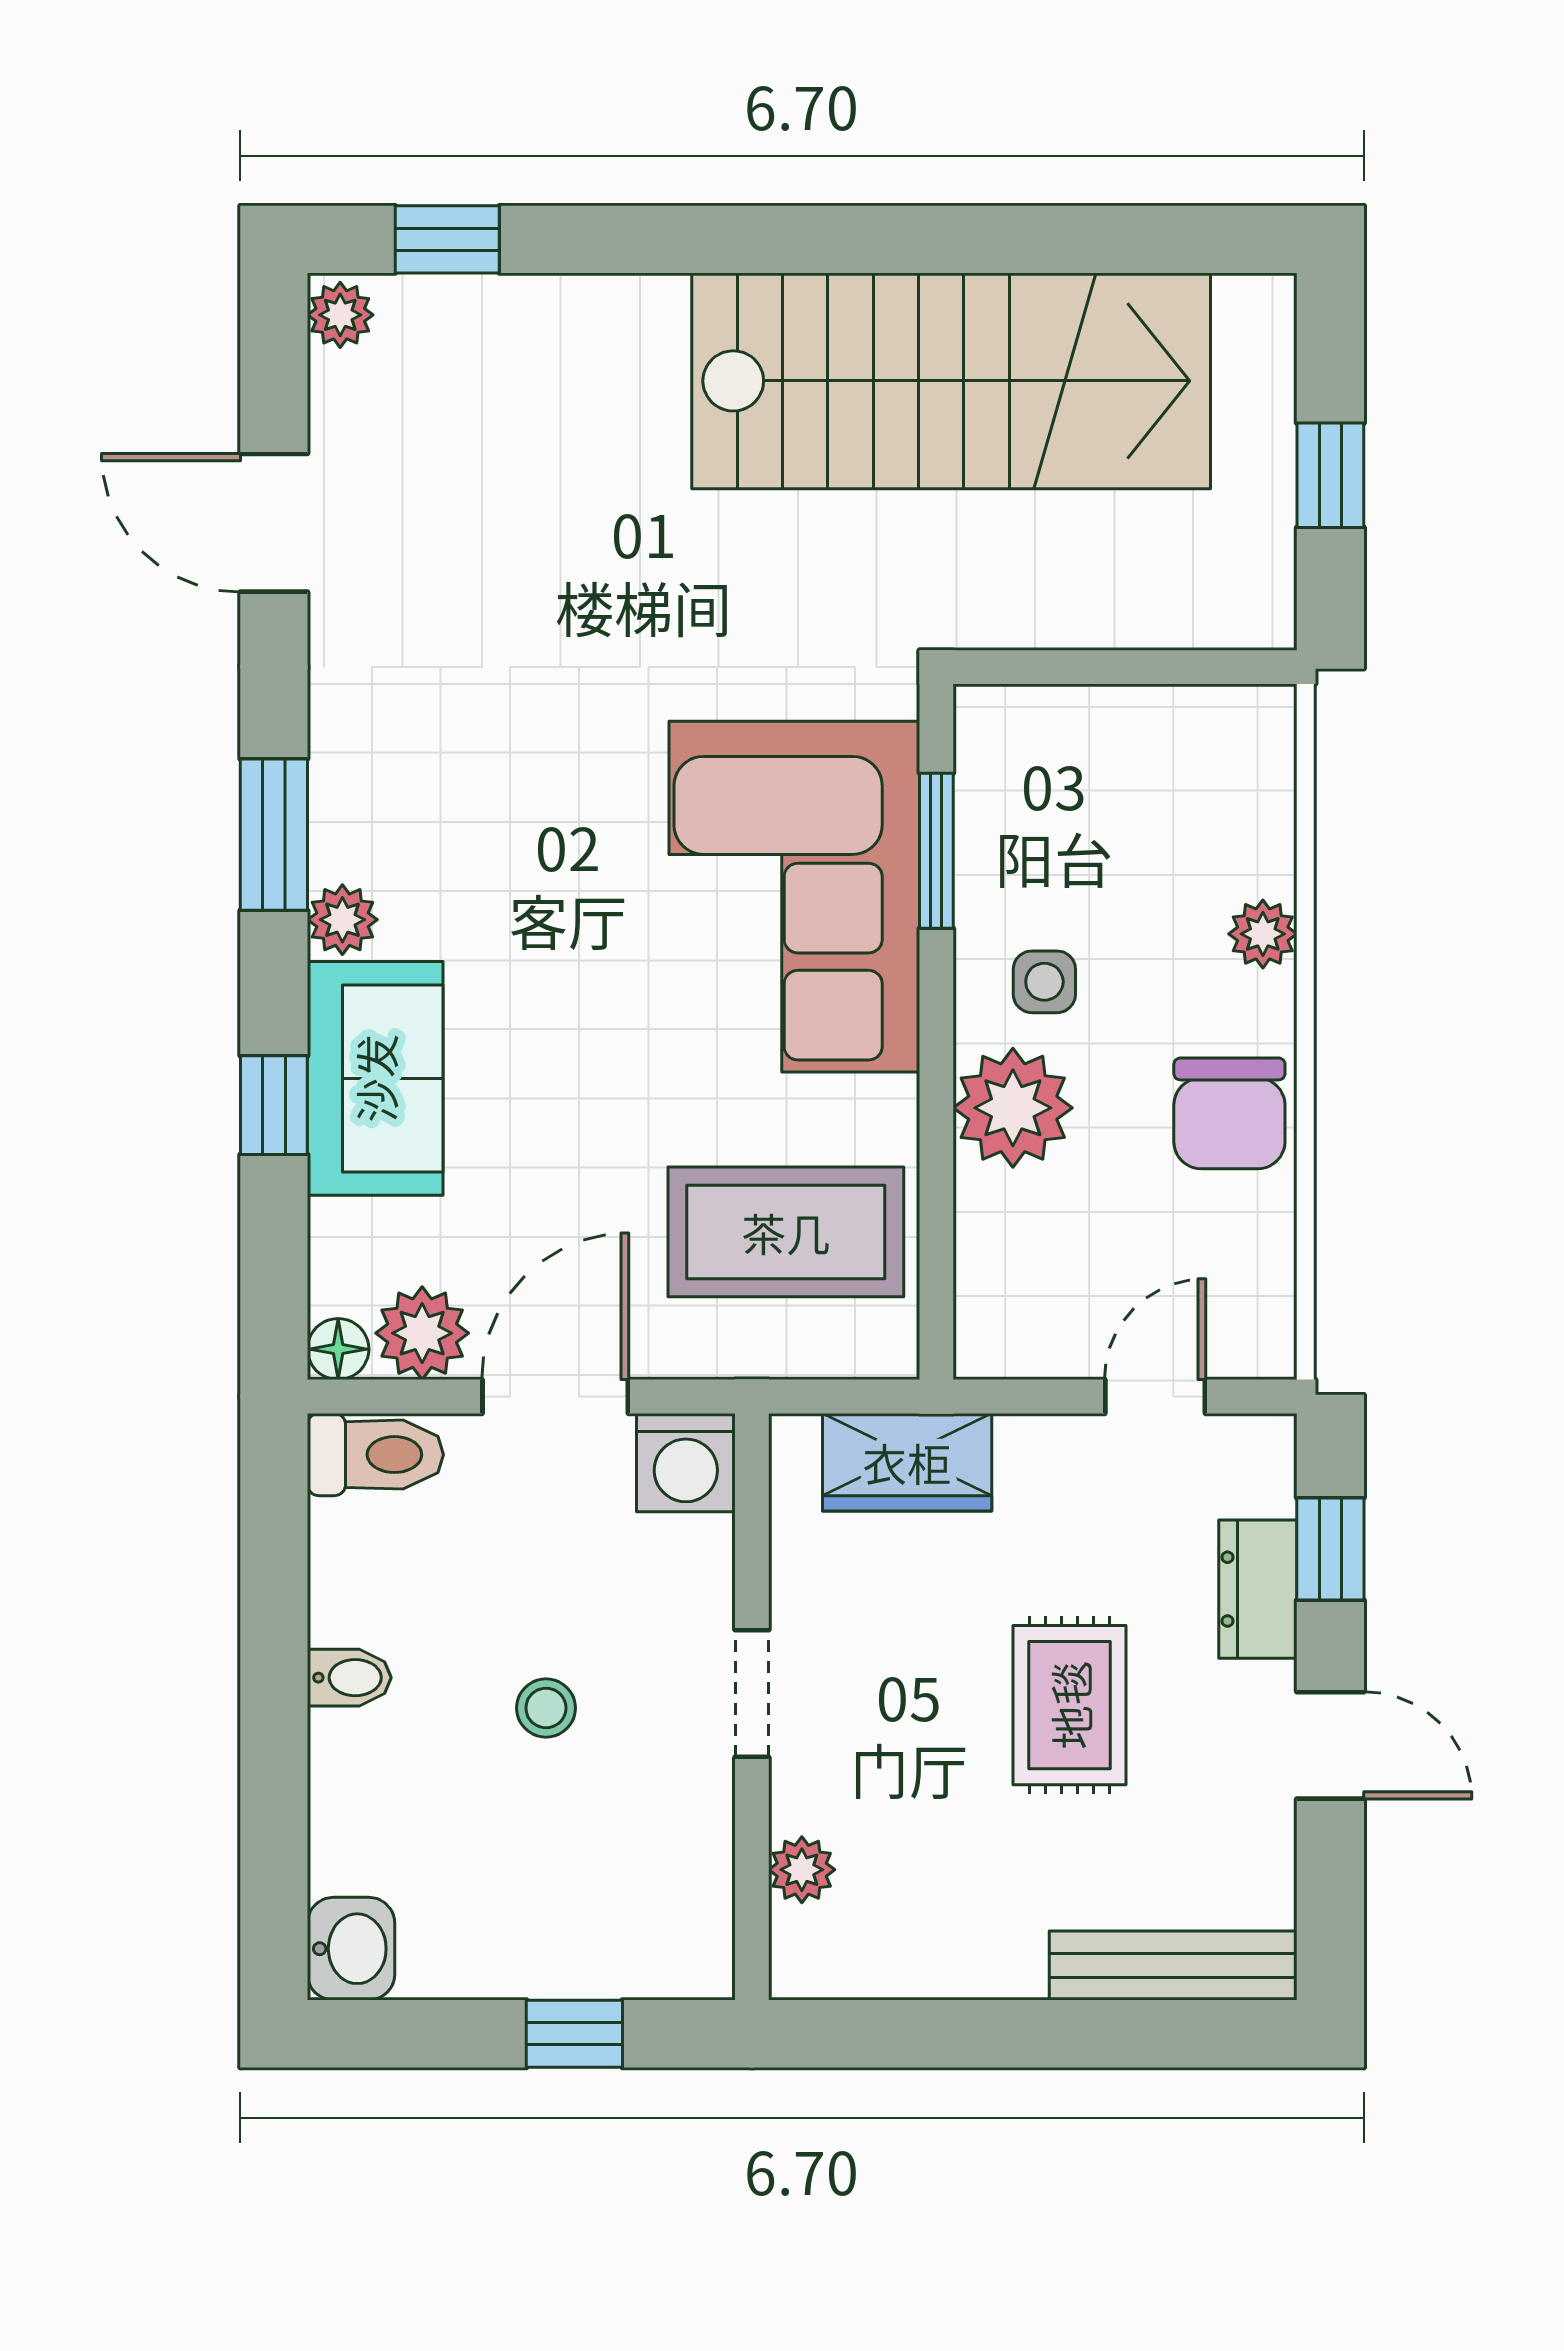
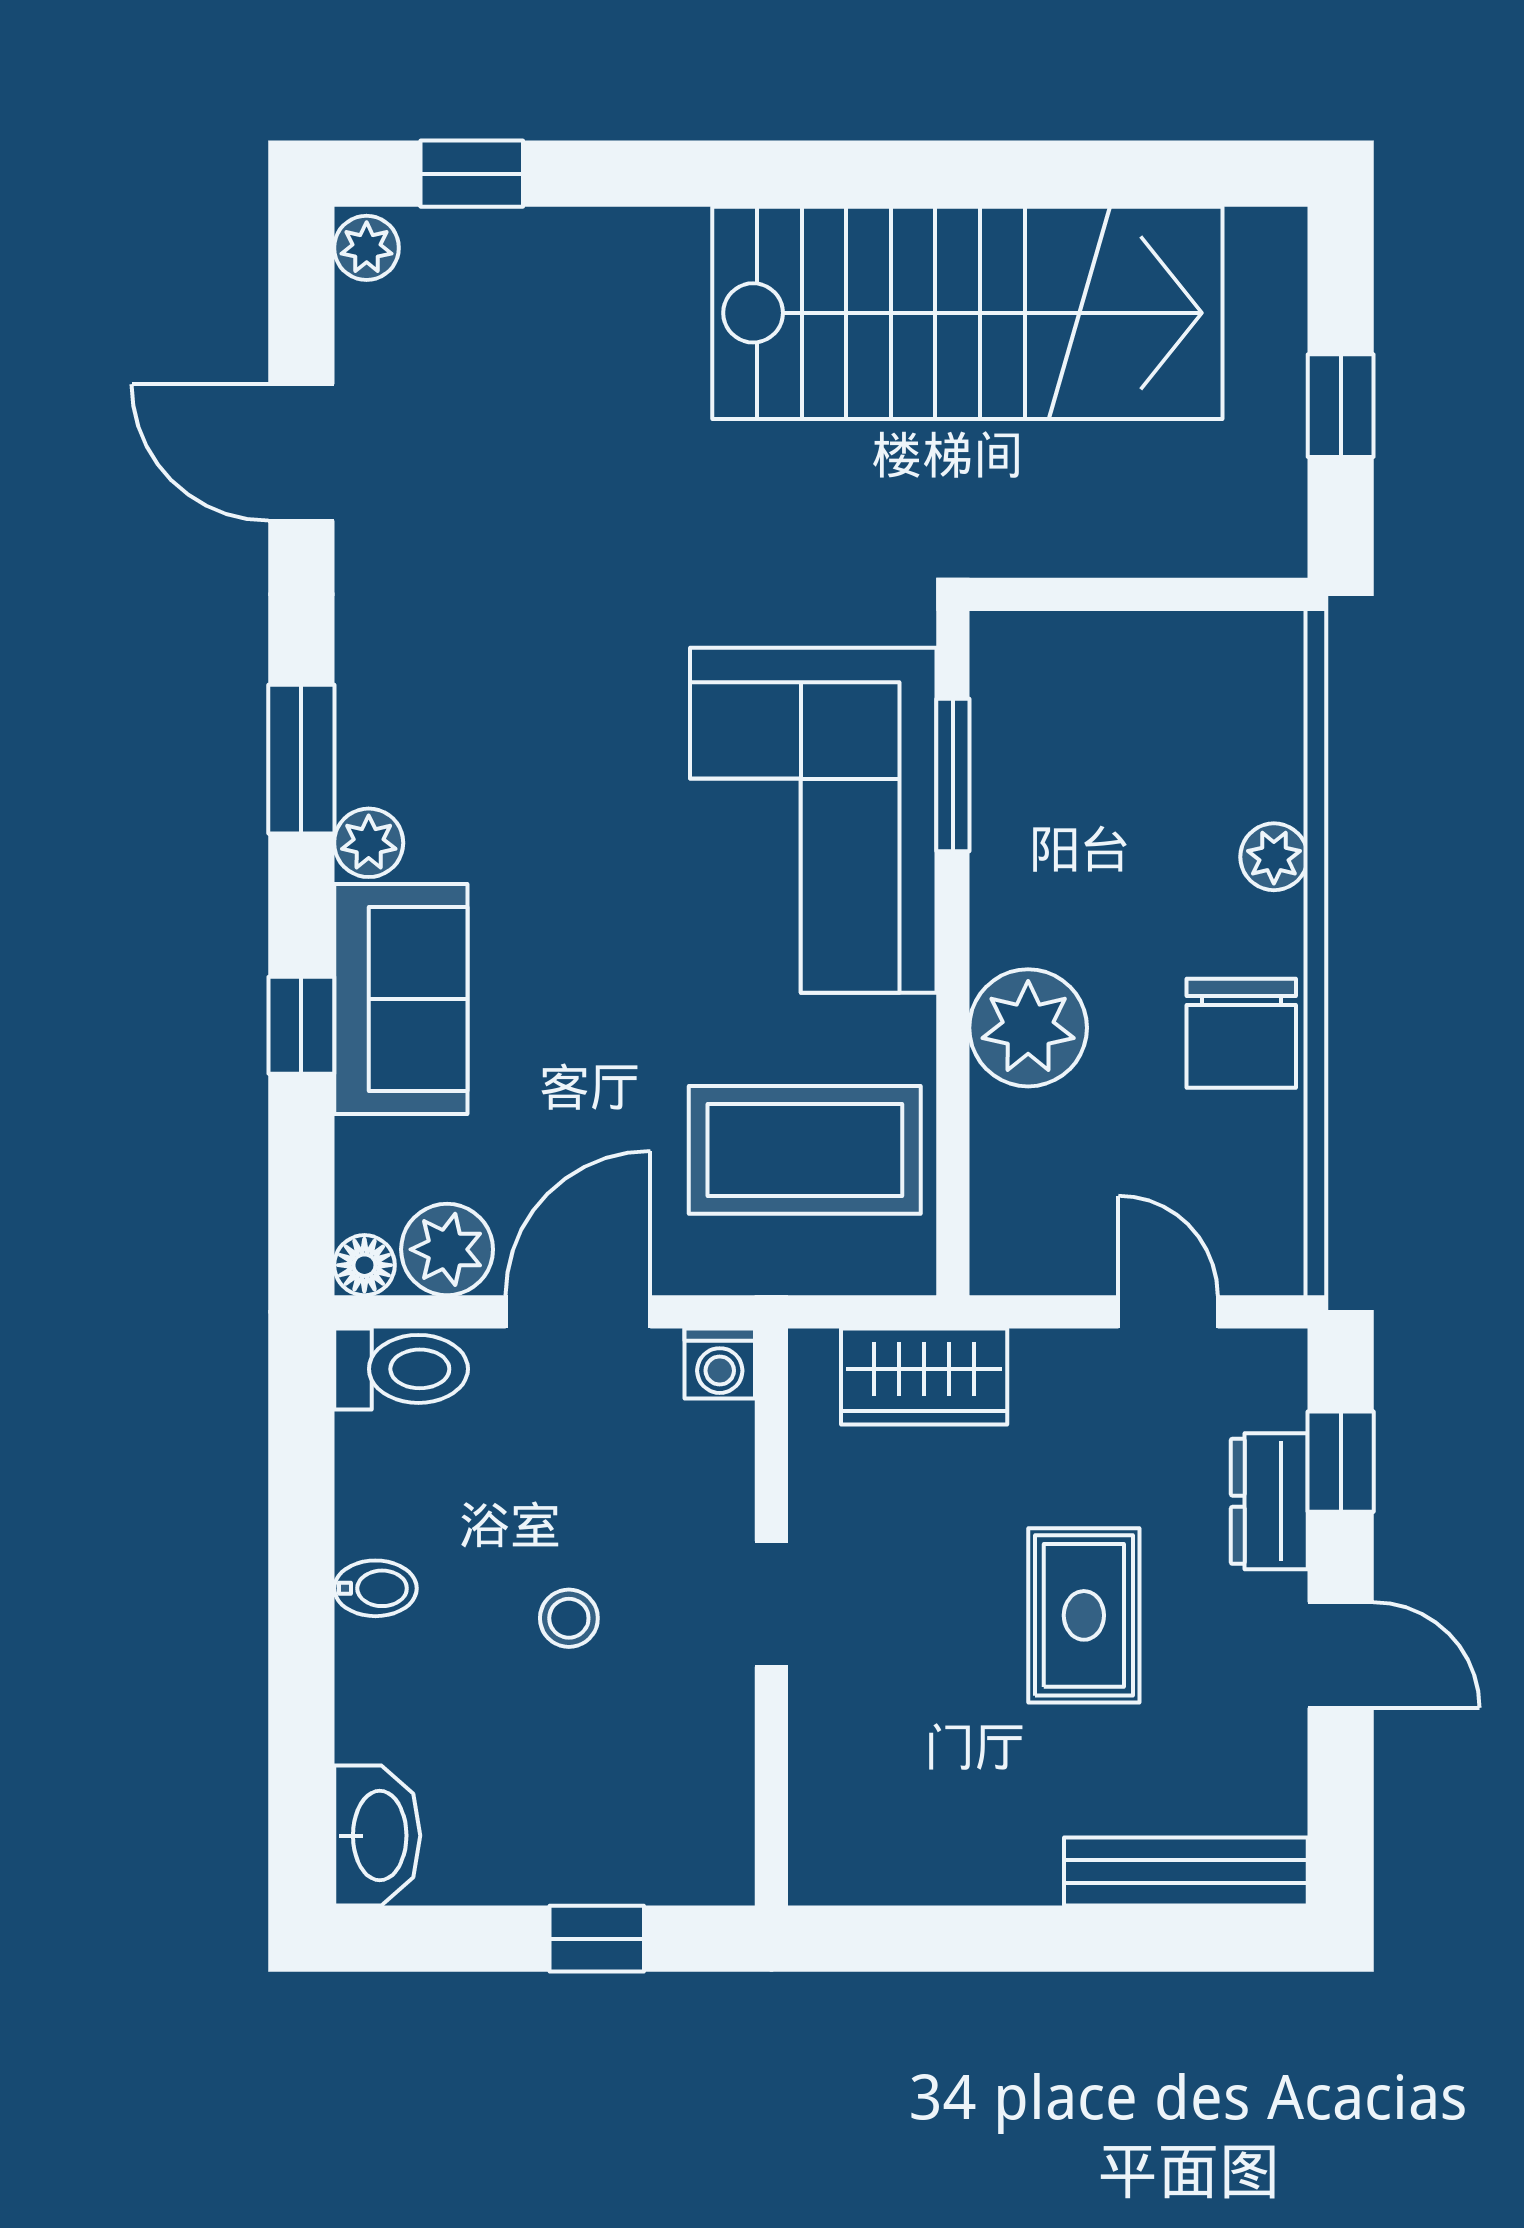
side table: (1044, 982) -> (1059, 904), removed
door: (1155, 1397) -> (1168, 1312), hinge flipped
washing machine: (686, 1463) -> (720, 1363), width x0.73, depth x0.73
plant: (802, 1870) -> (820, 1777), removed
washbasin: (351, 1949) -> (377, 1836), width x1.38

